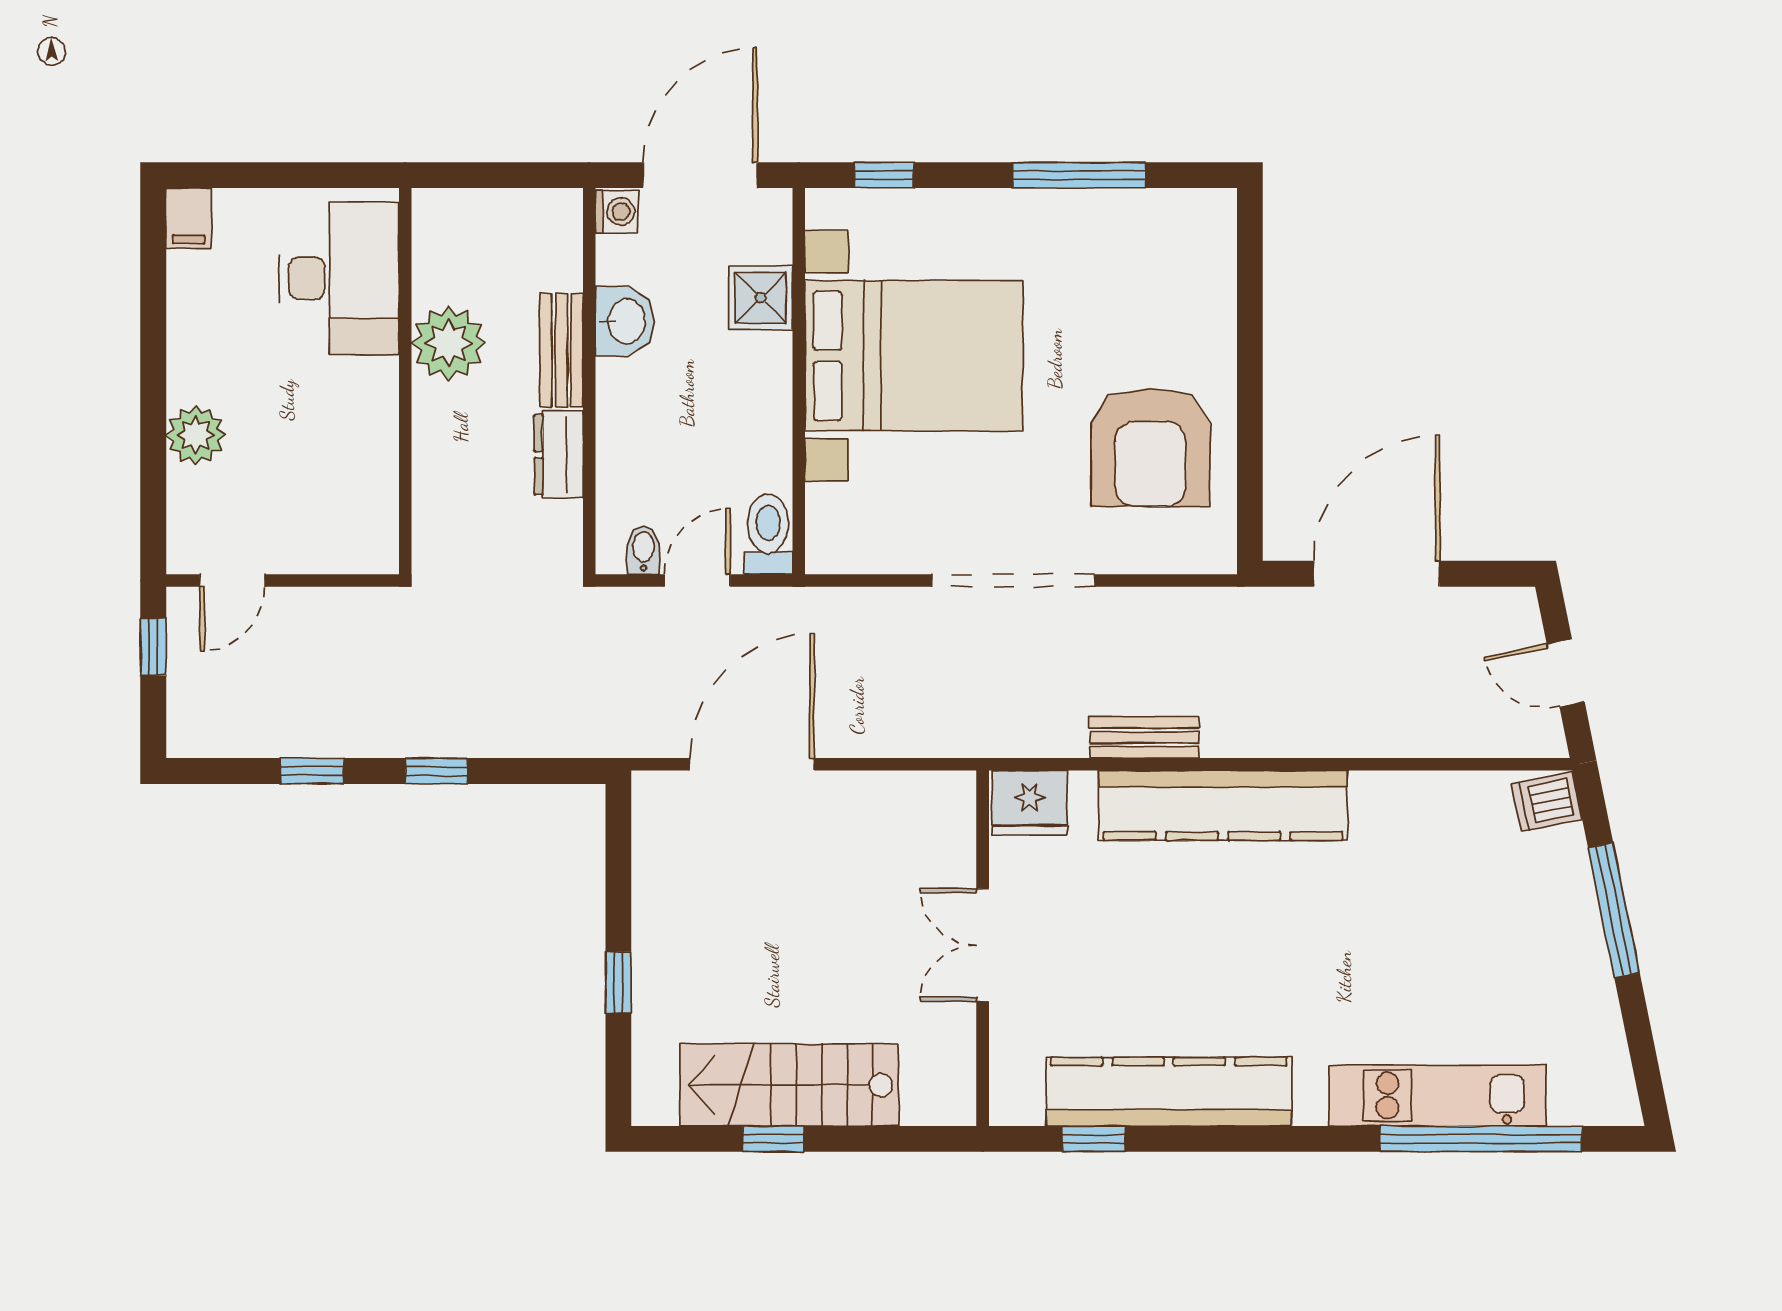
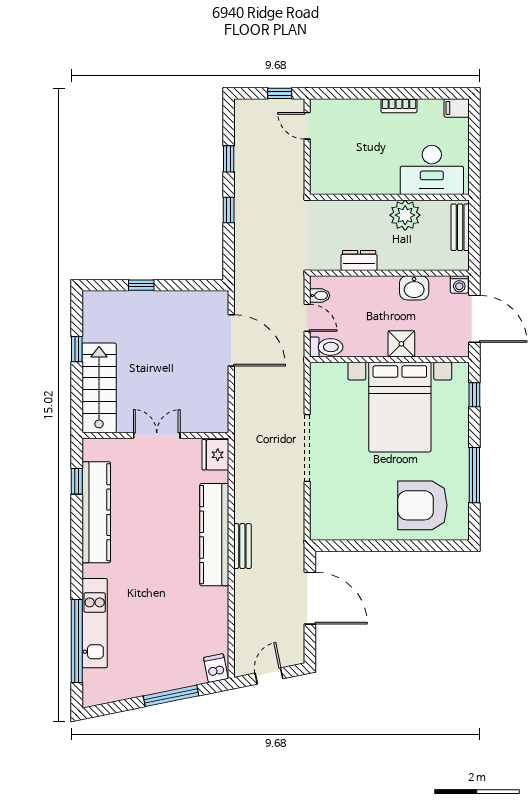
shower: (761, 298) -> (401, 344), moved
bench: (561, 350) -> (460, 227), moved, turned 90
bookcase: (183, 358) -> (399, 106), added
plant: (196, 435) -> (367, 111), removed
armchair: (1150, 447) -> (422, 505), moved
bench: (1144, 737) -> (242, 546), moved
stairs: (789, 1085) -> (99, 388), moved

